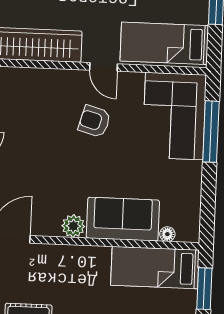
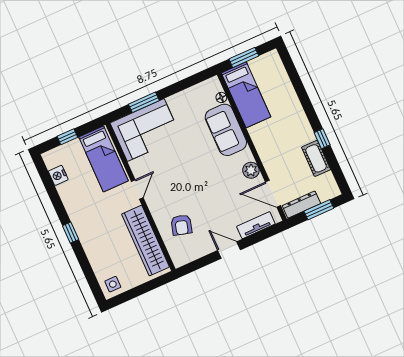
armchair: (94, 121) -> (181, 225), moved
window: (211, 132) -> (144, 102), width x0.69
plant: (73, 226) -> (251, 170), moved

